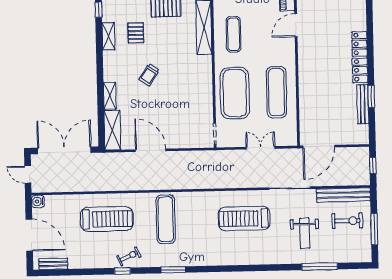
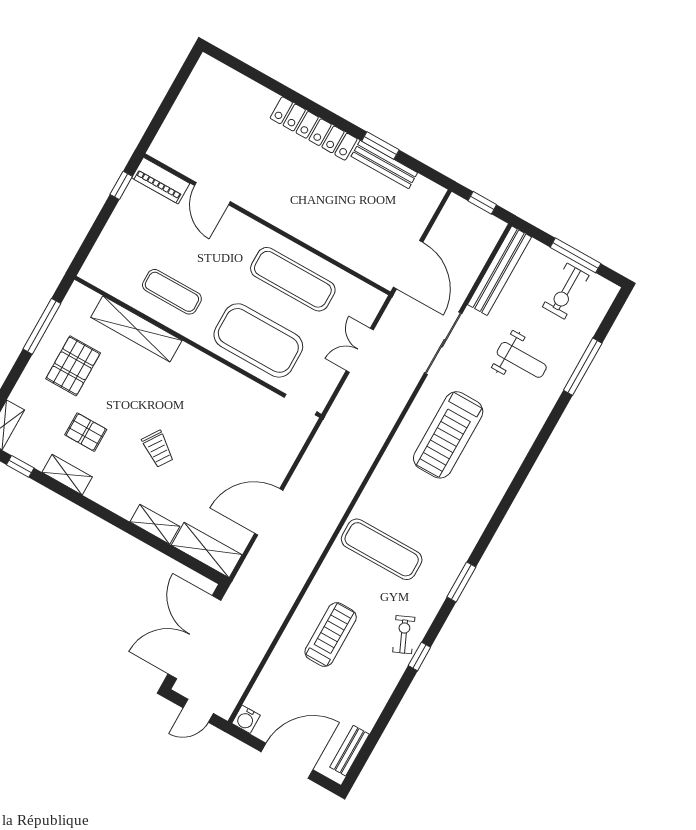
treadmill: (107, 219) -> (331, 635), width x0.73, depth x0.73
exercise bike: (347, 221) -> (566, 291), moved, turned 180

